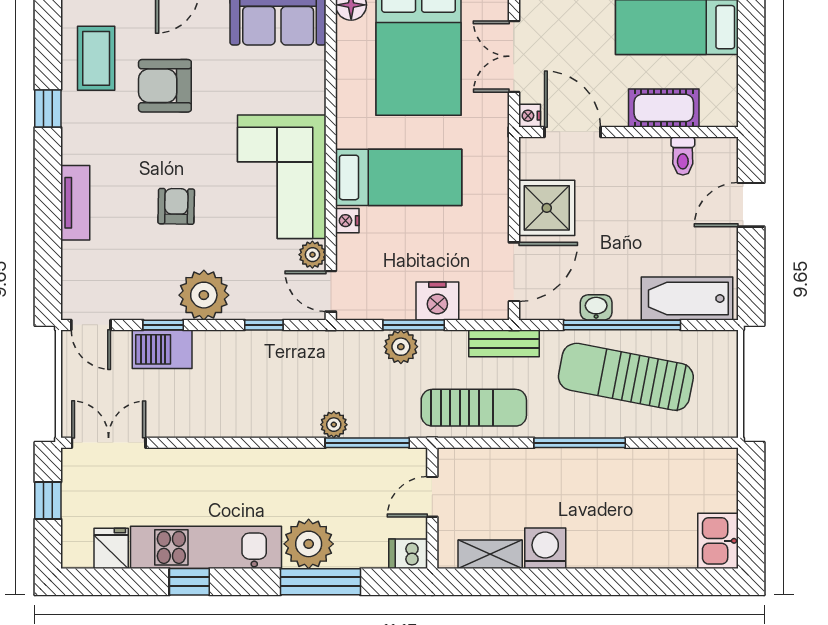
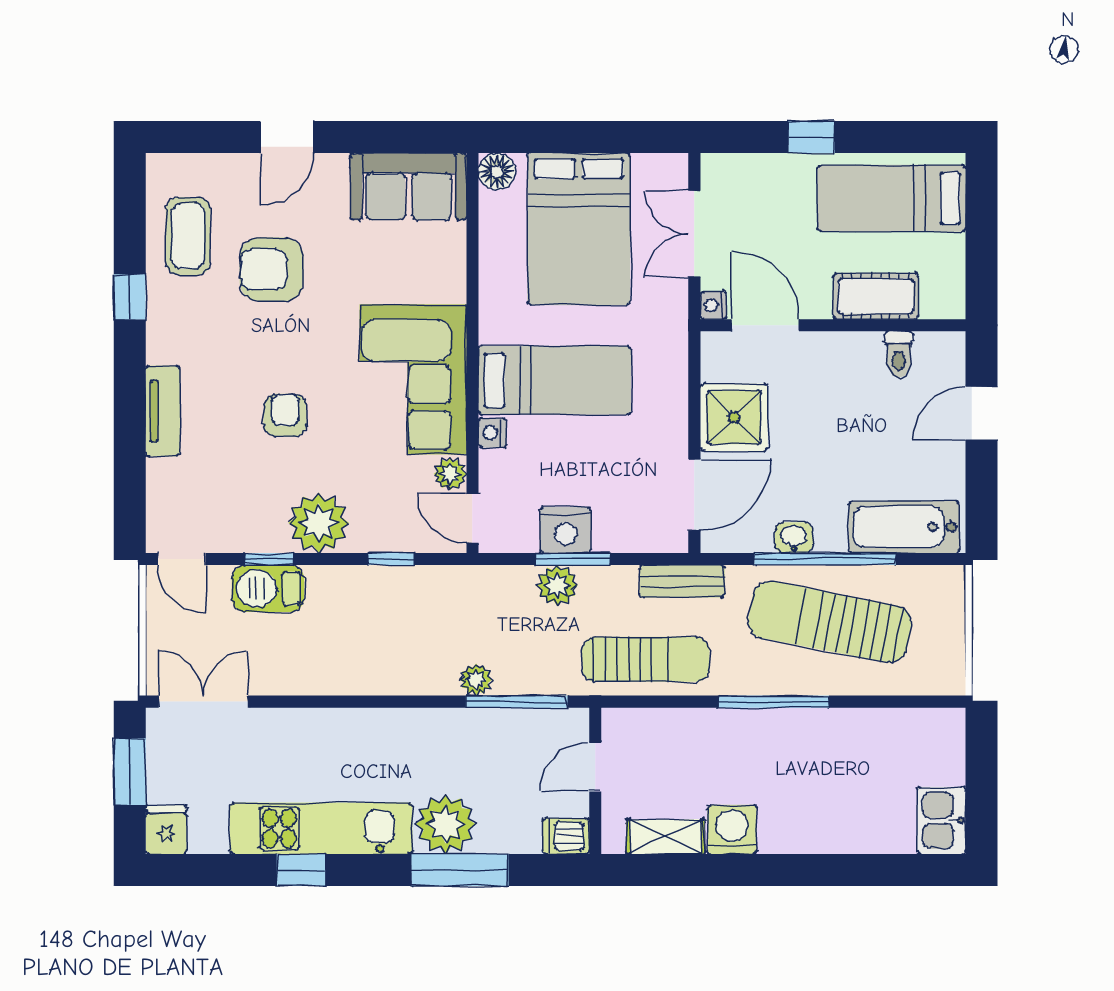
nightstand: (437, 301) -> (565, 530), moved
window: (48, 500) -> (130, 772), width x1.50
fridge: (111, 548) -> (166, 830), moved

